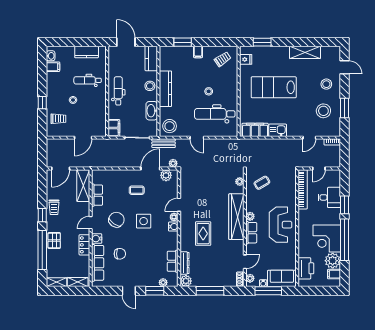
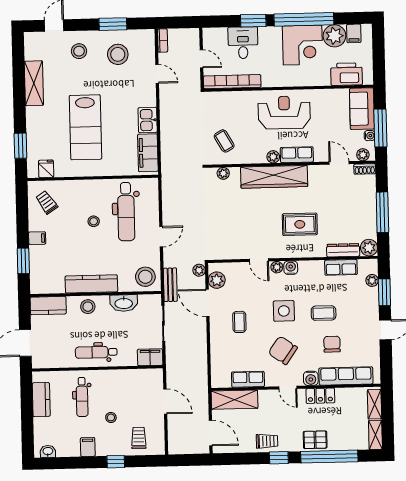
filing cabinet: (53, 67) -> (88, 447), moved
coffee table: (141, 248) -> (324, 313), added

